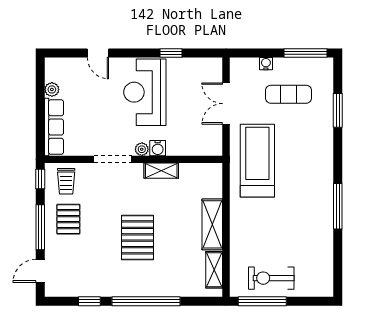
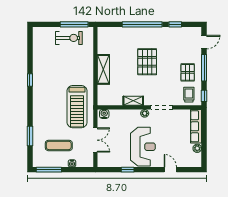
water cooler: (158, 148) -> (104, 114), moved
window: (338, 206) -> (30, 80), width x0.46
shelving: (214, 270) -> (102, 43), removed

